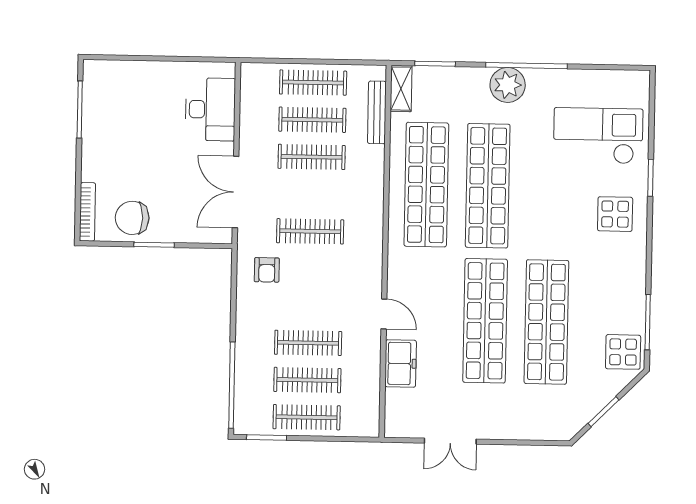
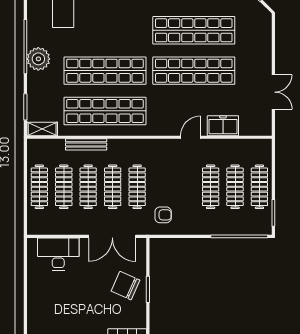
bench: (377, 112) -> (86, 144), moved
clothes rail: (311, 194) -> (113, 187), added
chair: (132, 218) -> (125, 286), moved, turned 114

